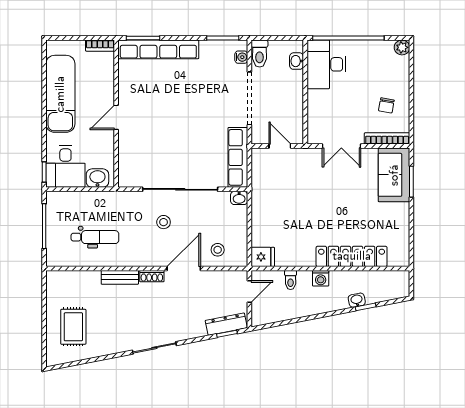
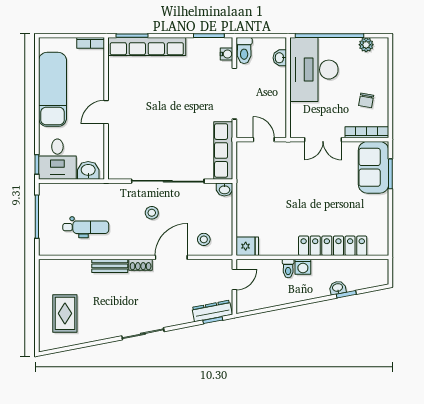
plant: (402, 47) -> (366, 45), moved
desk: (326, 64) -> (314, 70), width x1.36, depth x1.30
toilet: (291, 280) -> (288, 268), moved

